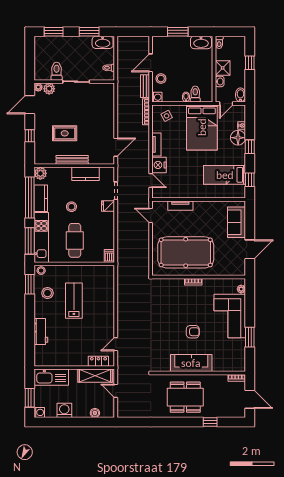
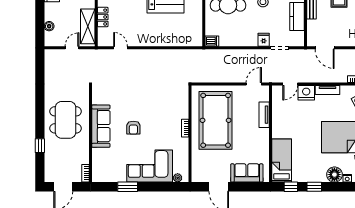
window: (250, 147) -> (314, 187), moved
bed: (225, 175) -> (282, 161), moved
locker: (98, 361) -> (103, 17), moved

